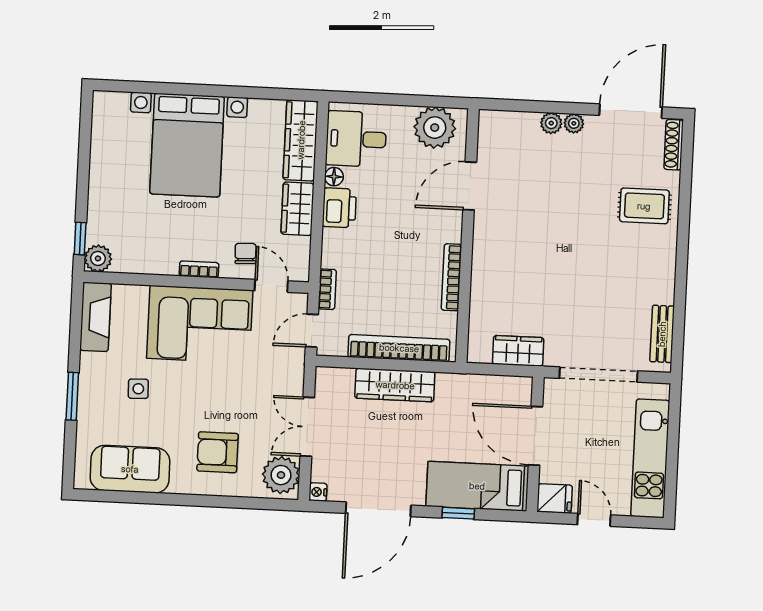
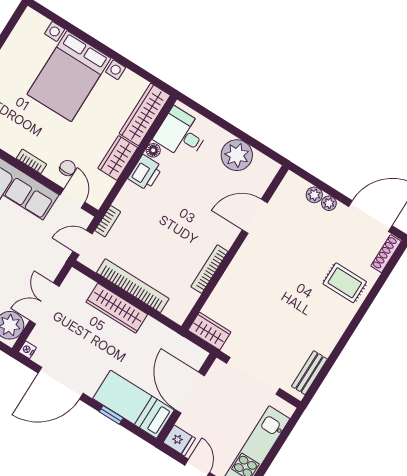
door: (470, 186) -> (255, 216), moved
wall: (467, 236) -> (235, 248), moved
bookcase: (451, 277) -> (209, 269), moved

